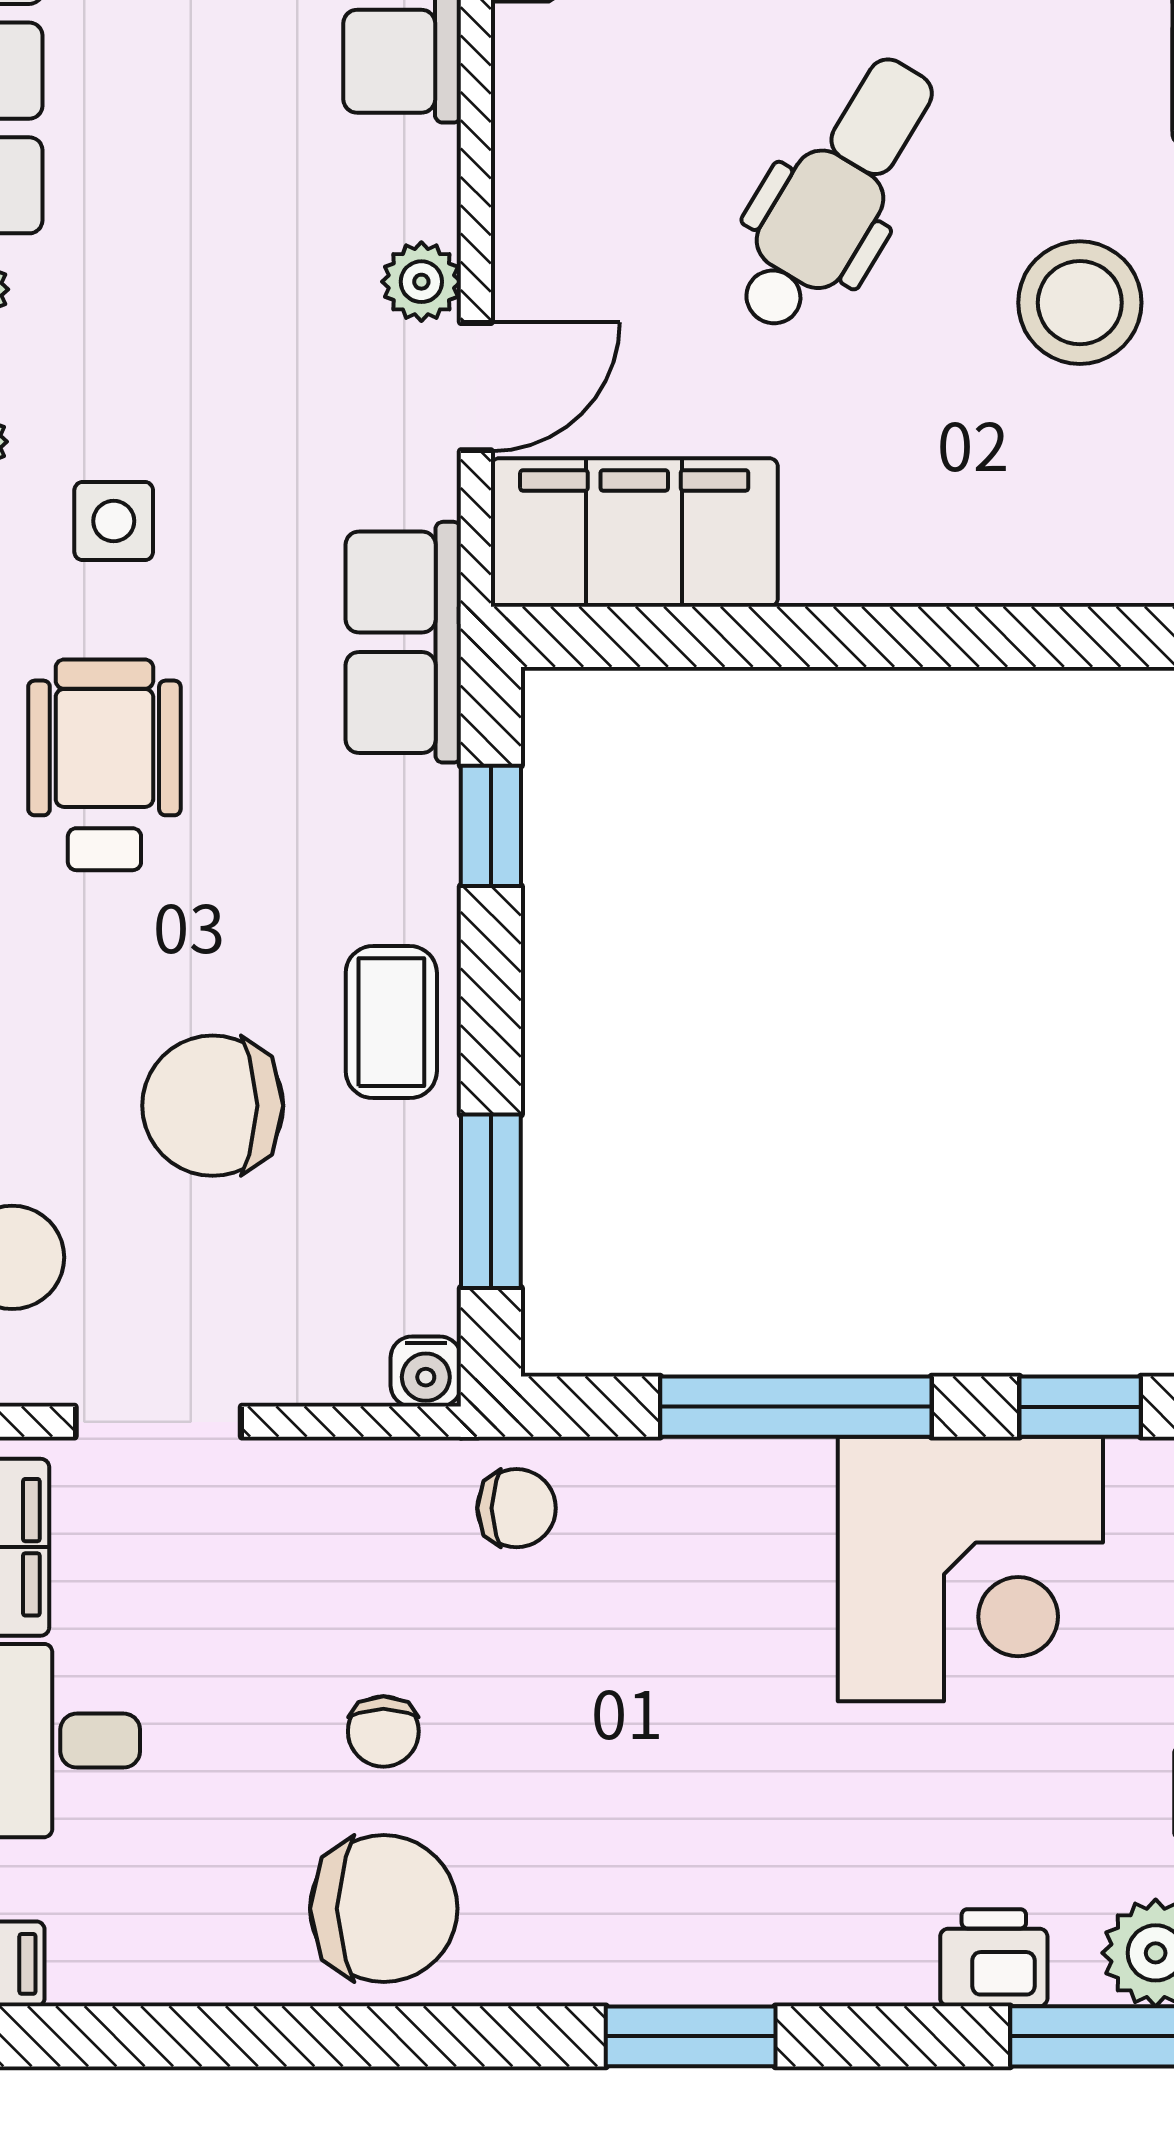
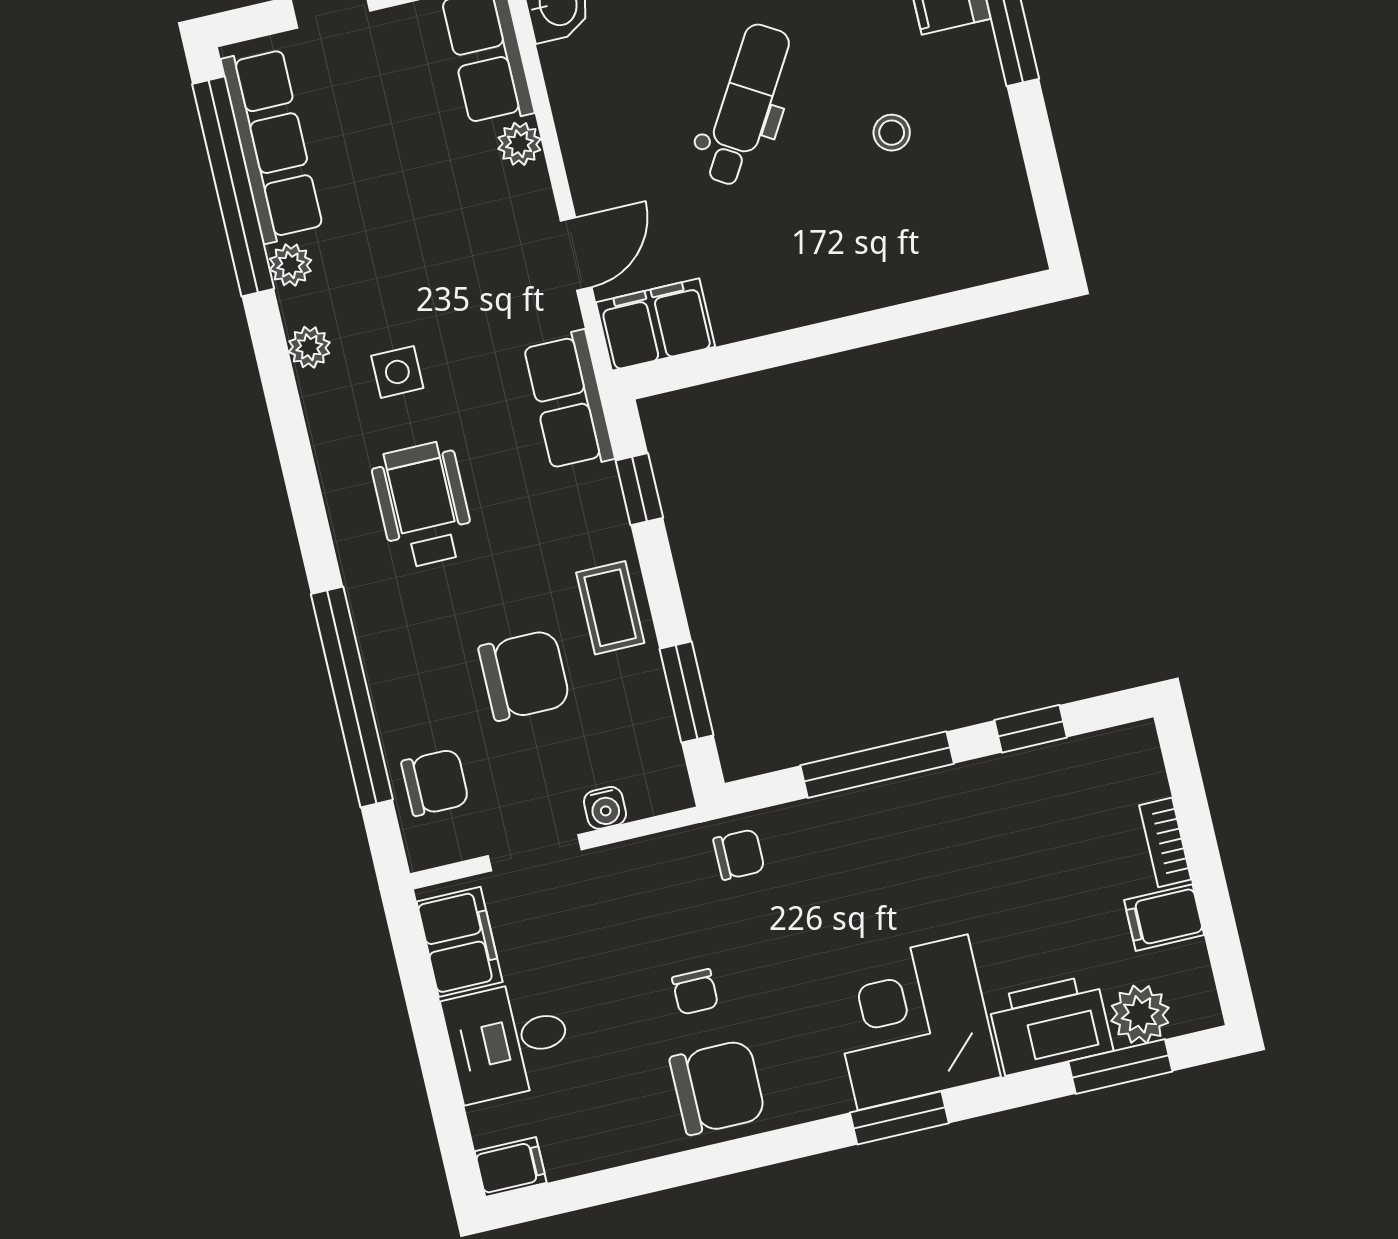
plant: (421, 282) -> (519, 144), moved
stool: (1080, 303) -> (892, 133), width x0.53, depth x0.53
filing cabinet: (634, 532) -> (655, 324), width x0.67, depth x0.86
chair: (213, 1106) -> (524, 675), turned 180
water cooler: (426, 1372) -> (605, 808), moved
corner desk: (970, 1569) -> (913, 1022), moved, turned 180
printer: (994, 1958) -> (1050, 1025), width x1.87, depth x1.48

